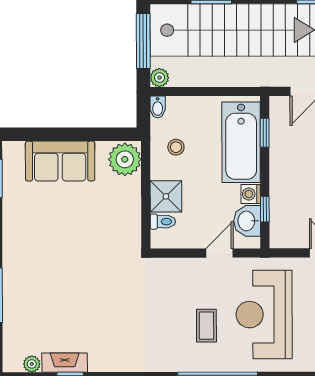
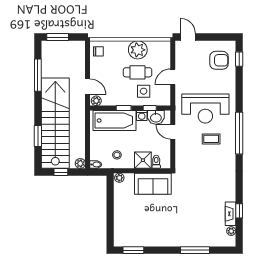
window: (143, 41) -> (61, 172), width x0.46
plant: (278, 108) -> (96, 101), added
window: (265, 133) -> (124, 108), moved
plant: (125, 159) -> (119, 178), width x0.53, depth x0.53
sofa: (60, 161) -> (153, 184), moved, turned 90
side table: (297, 197) -> (144, 91), added

